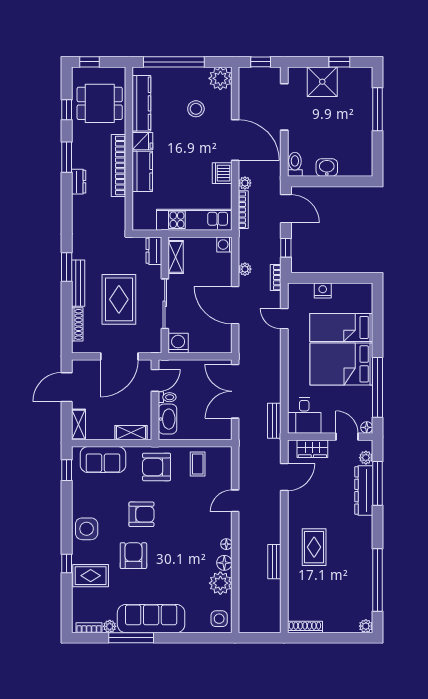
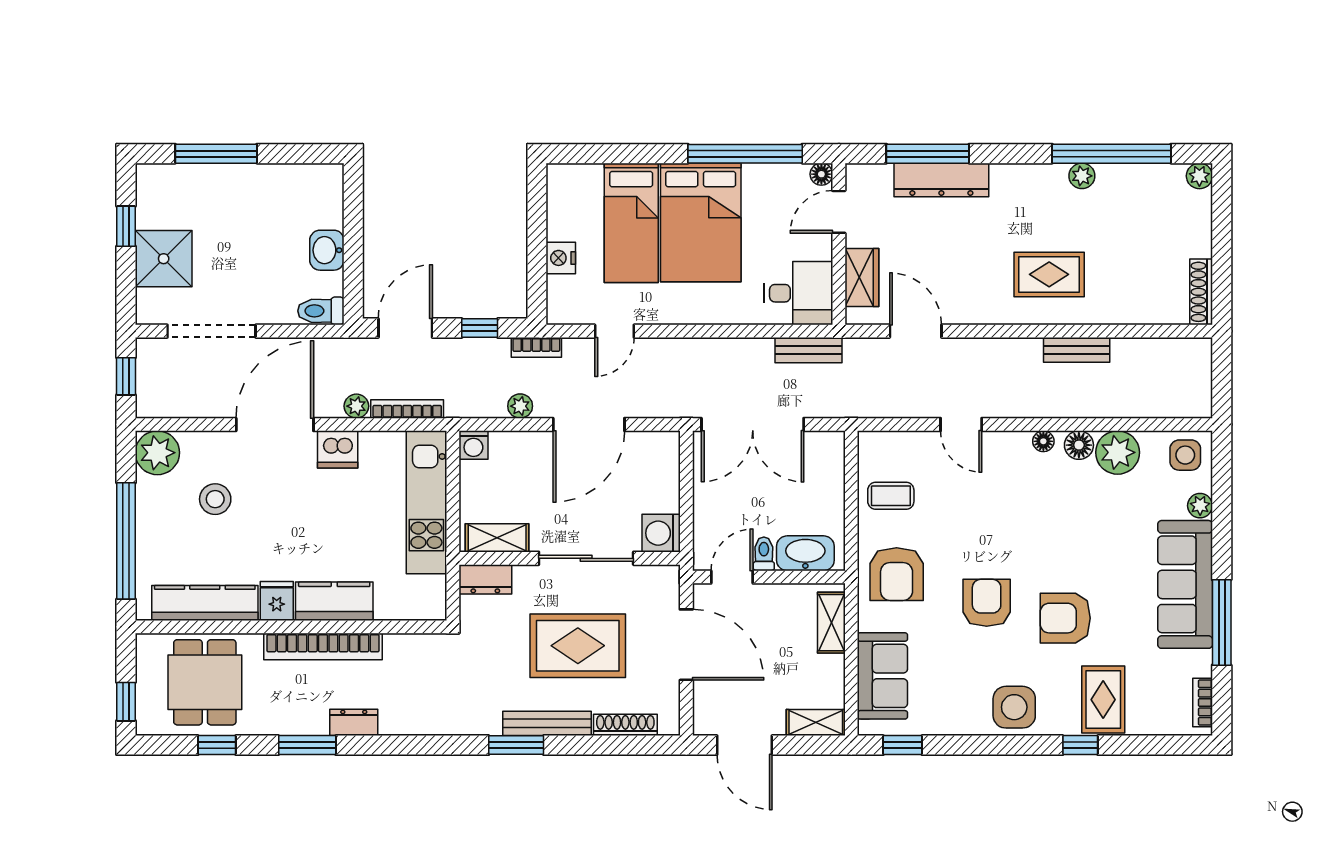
door: (155, 380) -> (732, 577), hinge flipped
plant: (366, 458) -> (1082, 176), moved
plant: (110, 626) -> (1200, 506), moved

